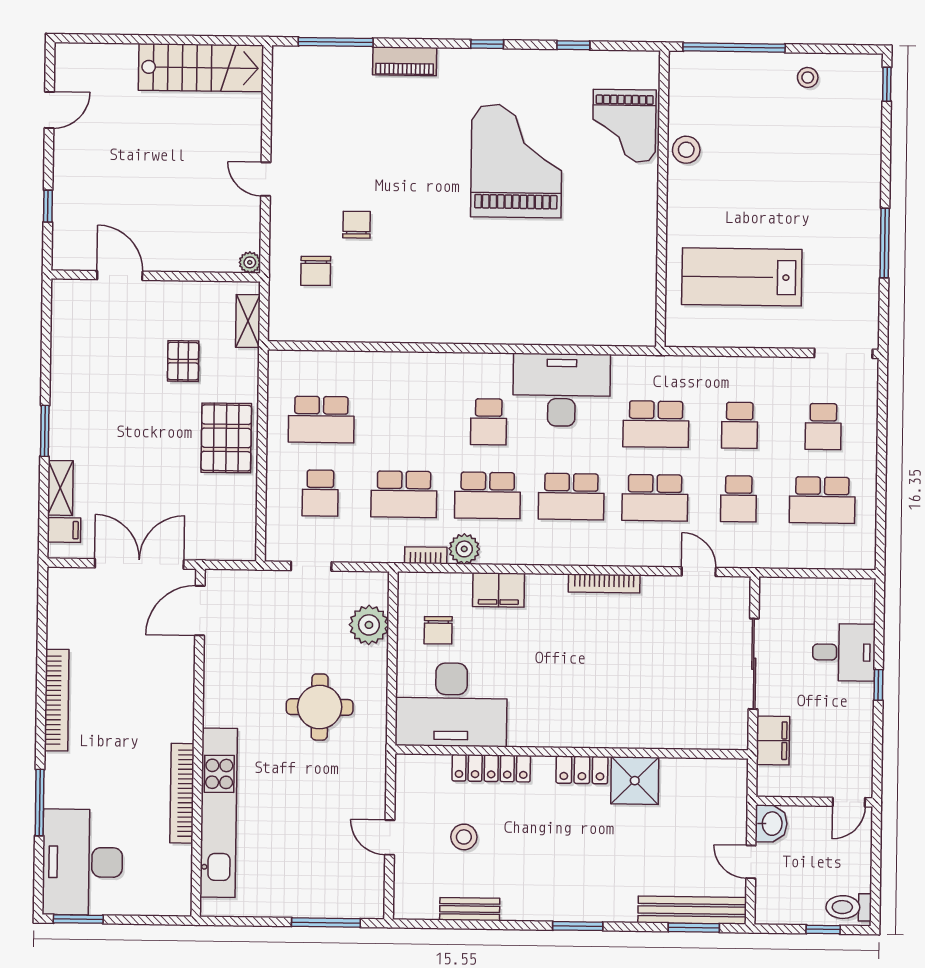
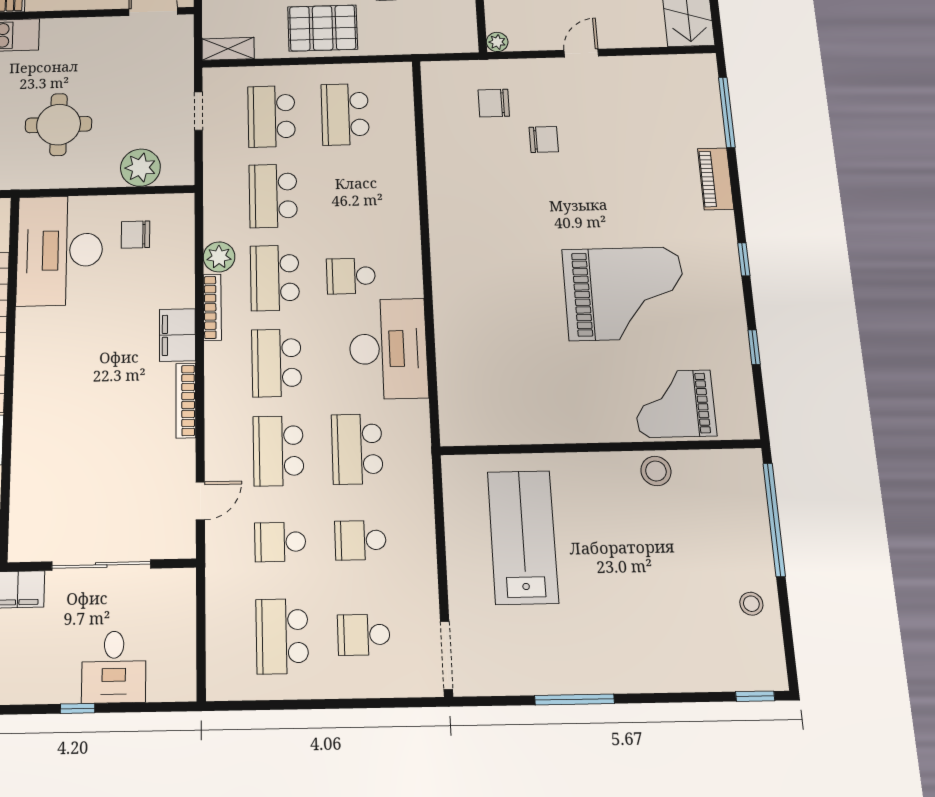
shelving: (248, 321) -> (228, 49), moved
school desk: (320, 493) -> (272, 116), width x1.85
bookcase: (426, 555) -> (212, 307), moved, width x1.56
filing cabinet: (498, 590) -> (177, 335), moved

